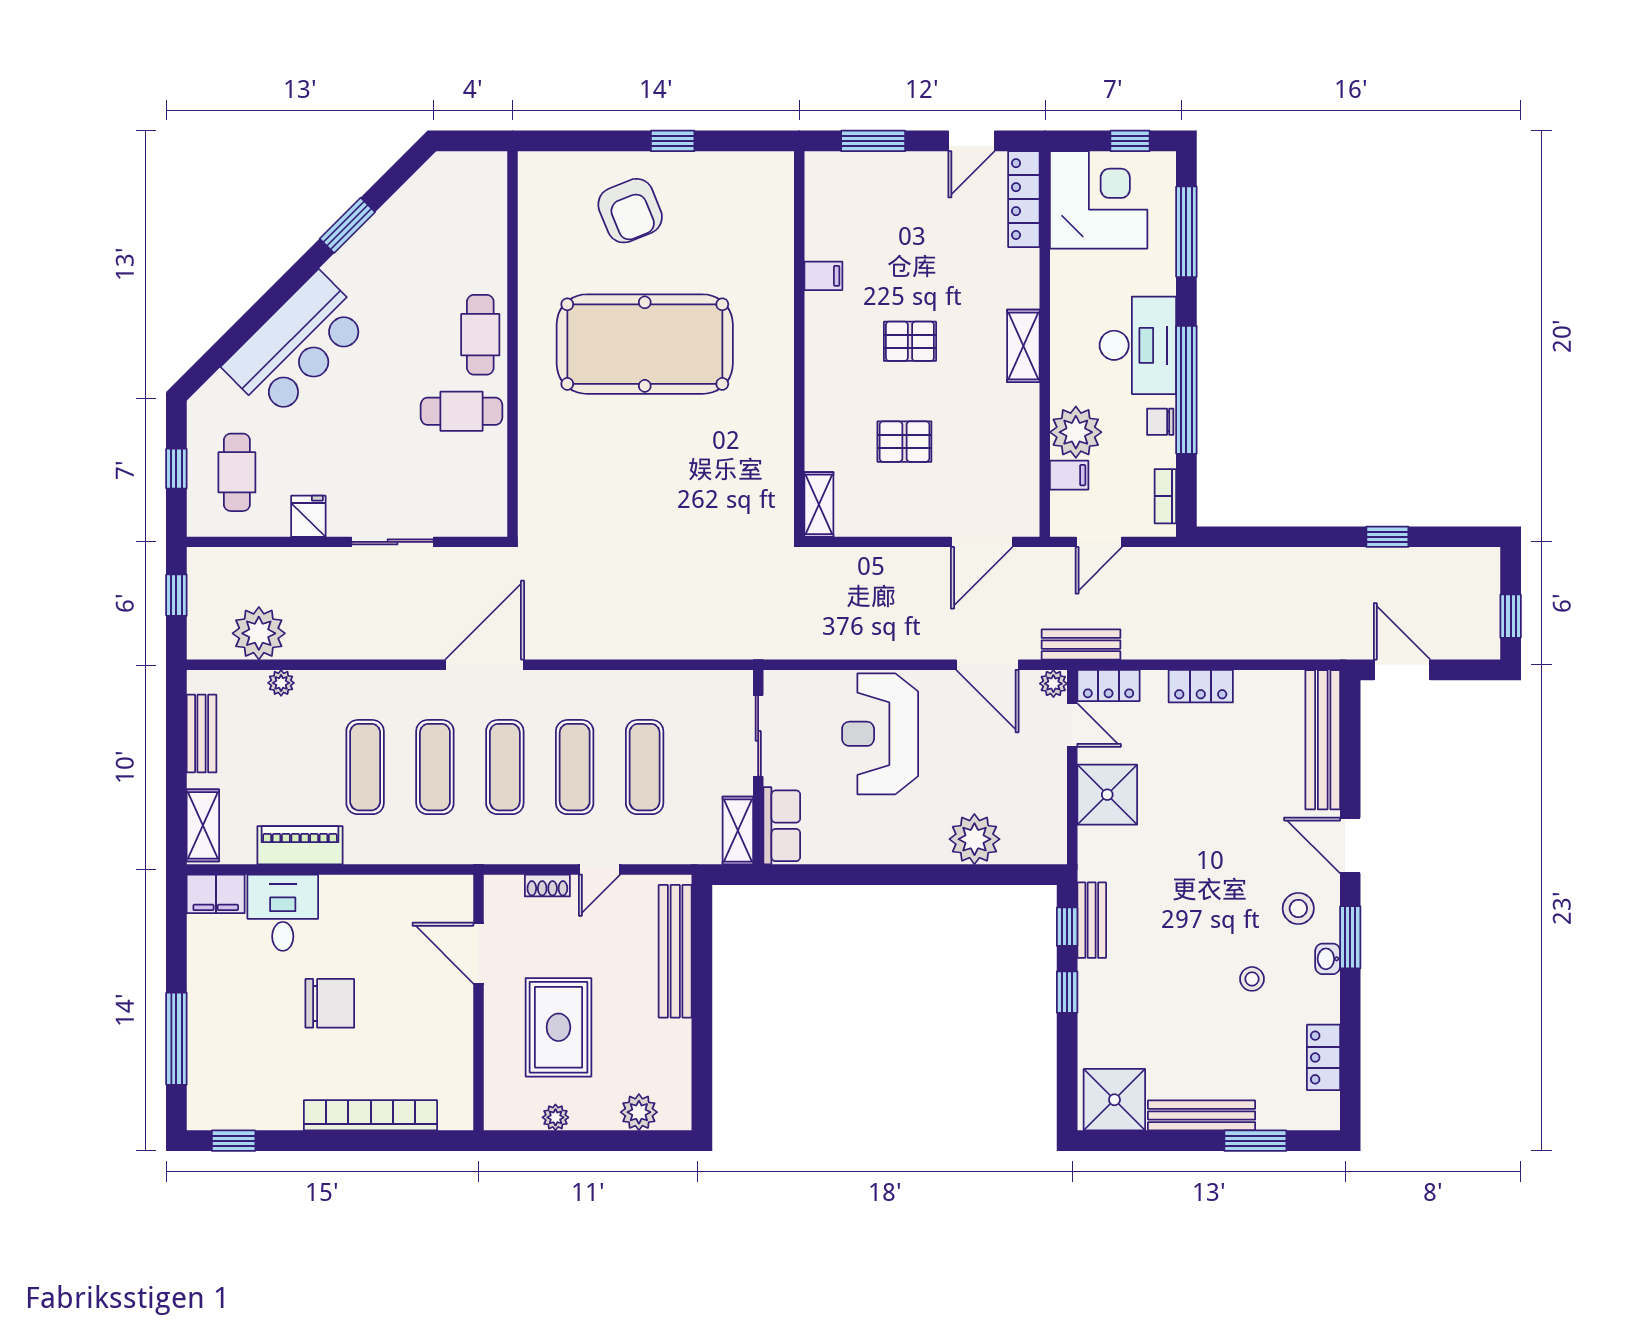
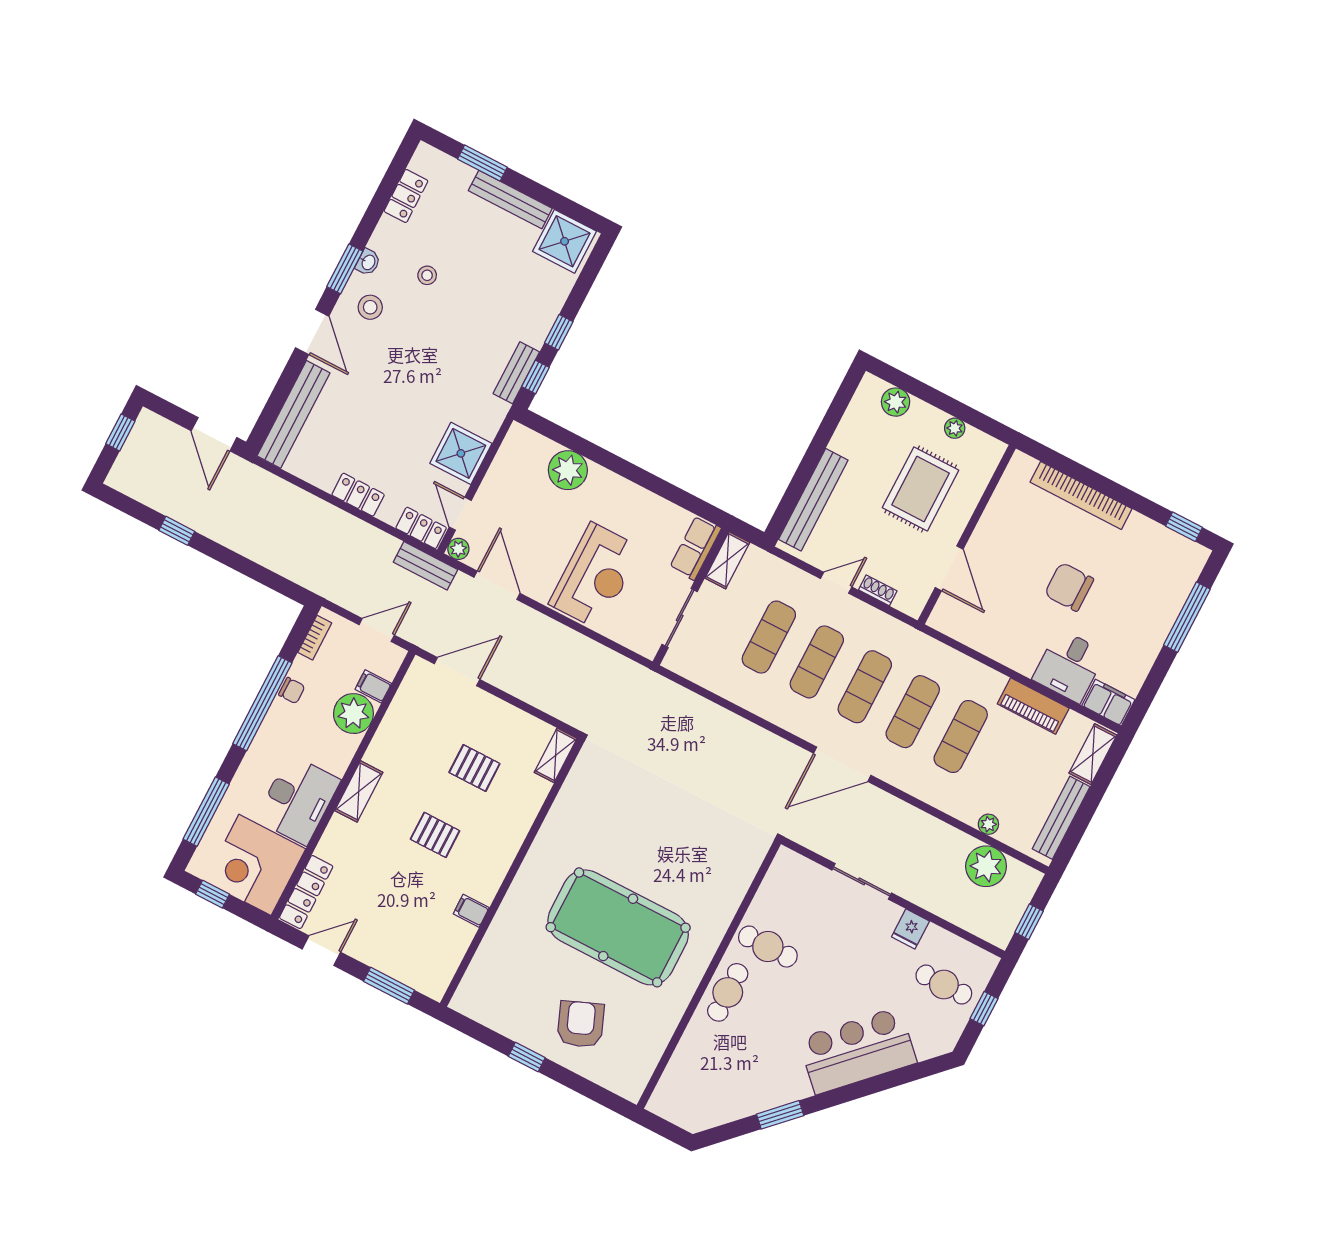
desk: (1138, 345) -> (298, 800), moved, turned 180
cafe table: (237, 472) -> (944, 985), turned 90
bench: (202, 734) -> (1061, 818), width x1.36

